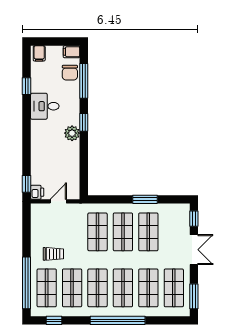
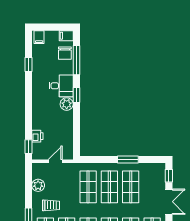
desk: (45, 106) -> (61, 86), moved, turned 180
printer: (37, 192) -> (37, 136), moved
plant: (38, 230) -> (38, 185), added

